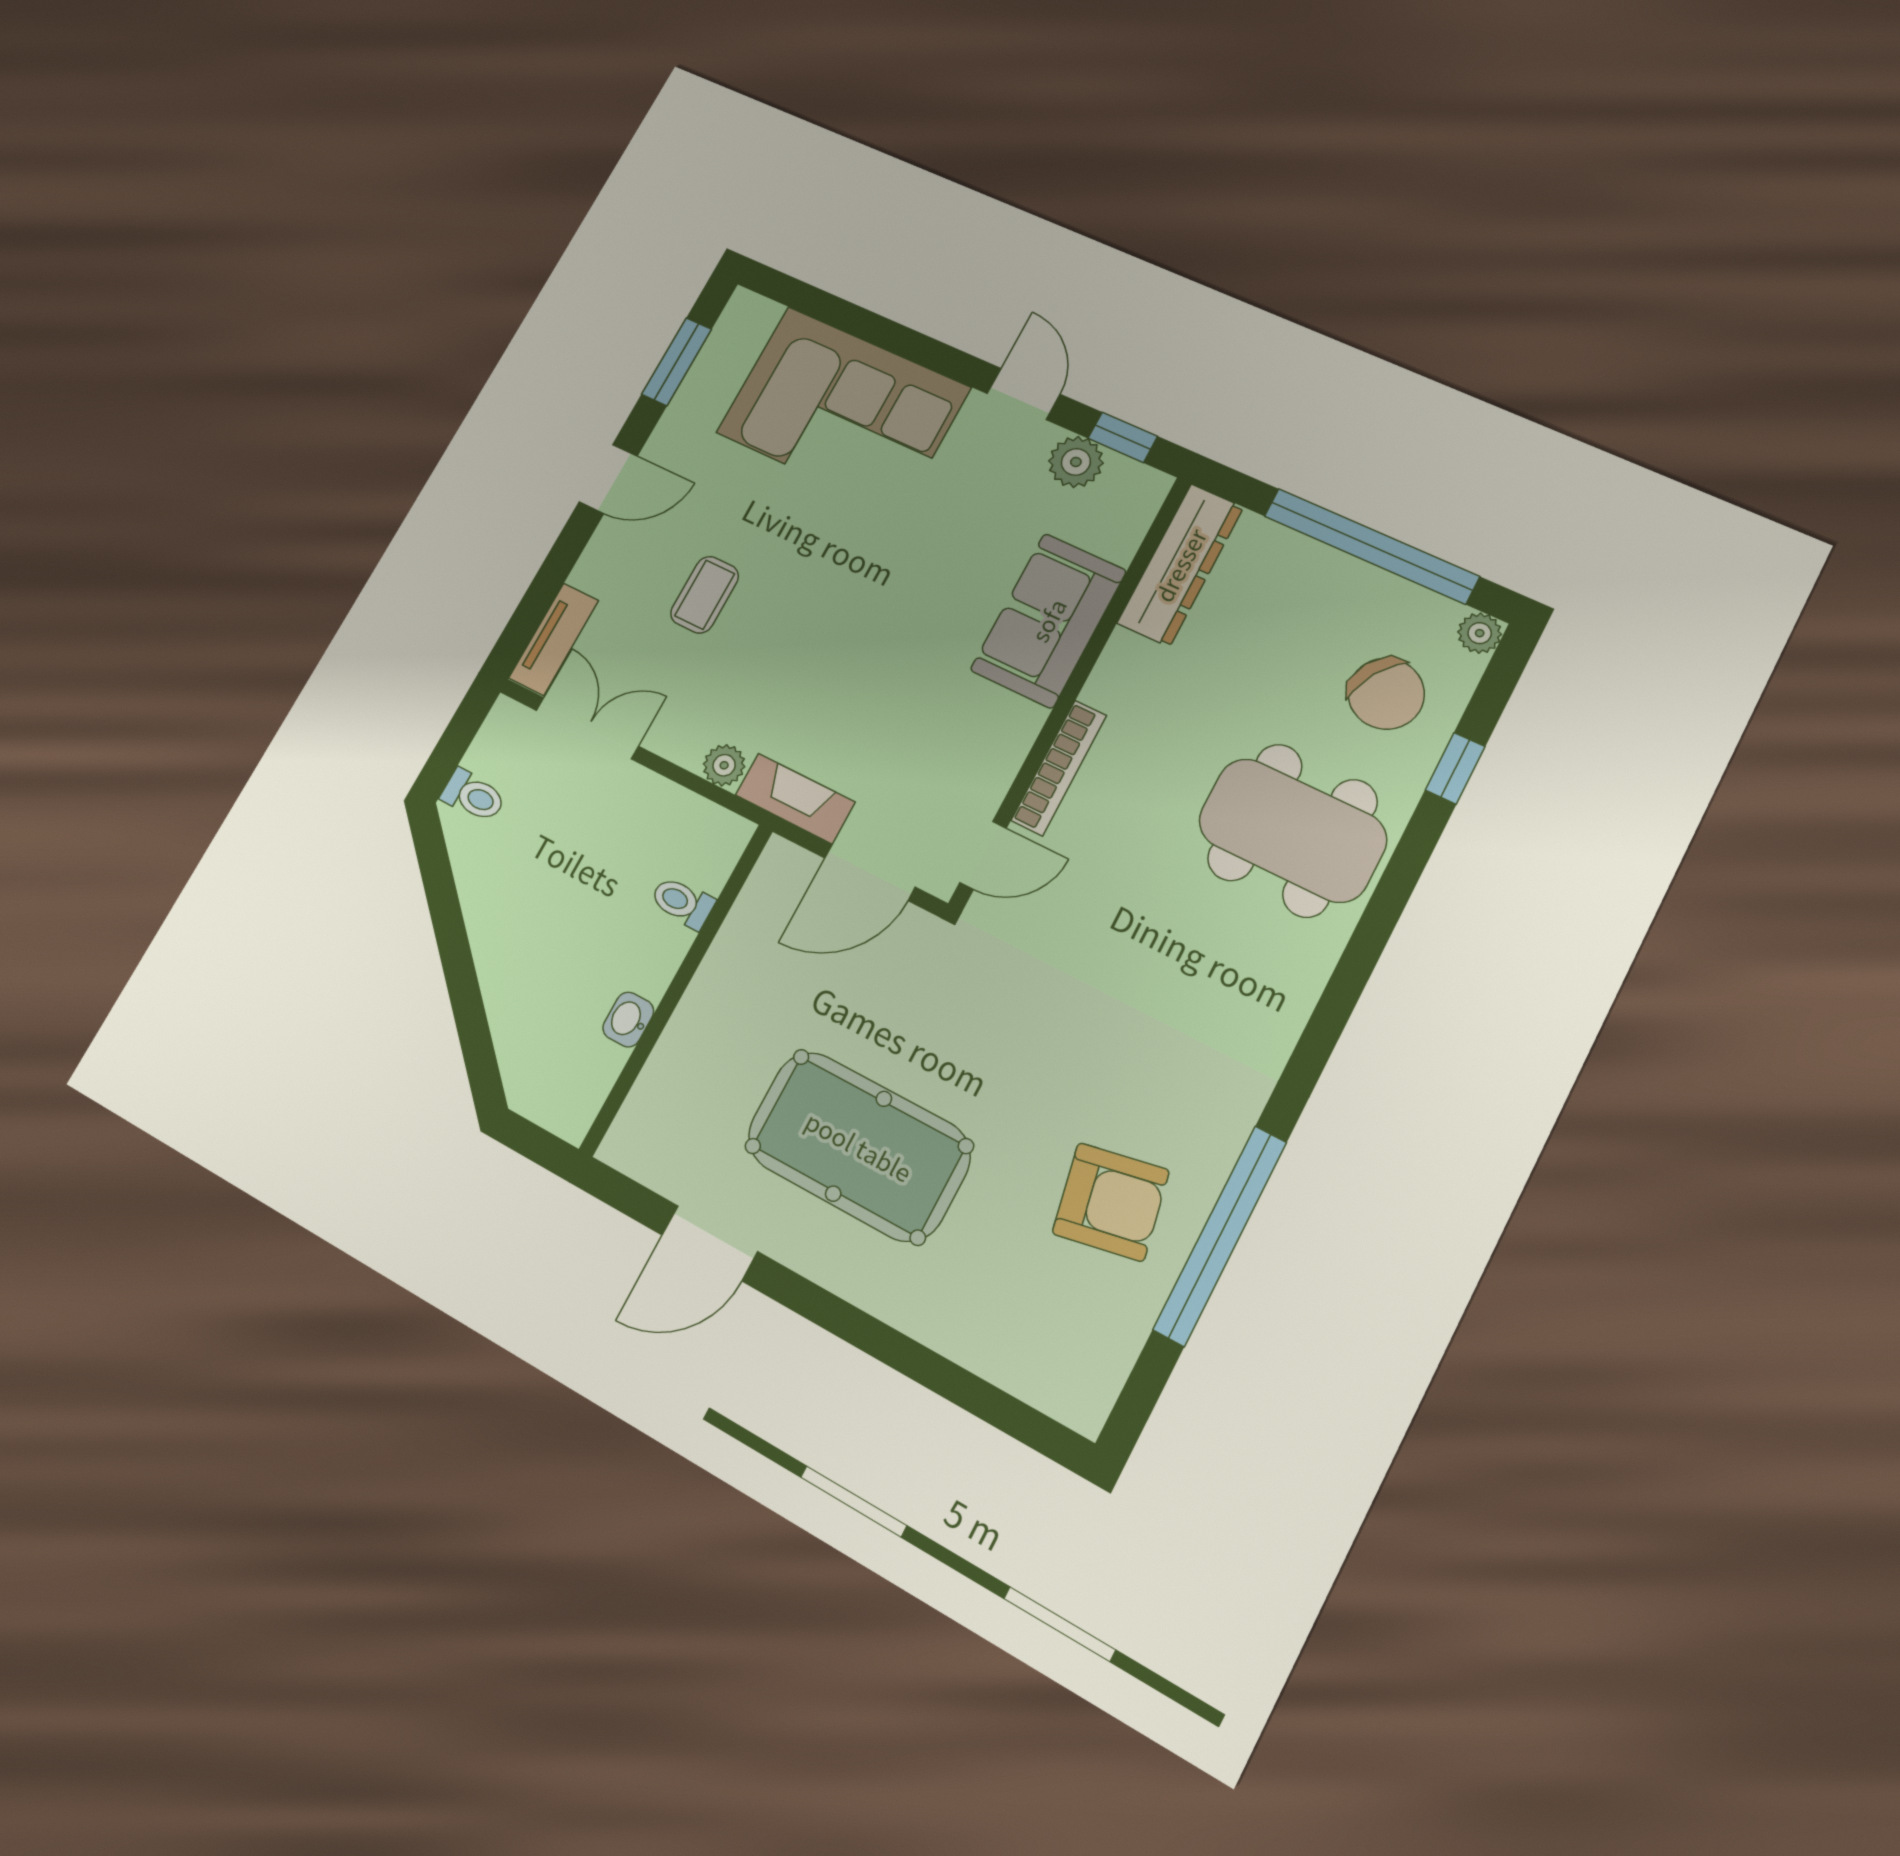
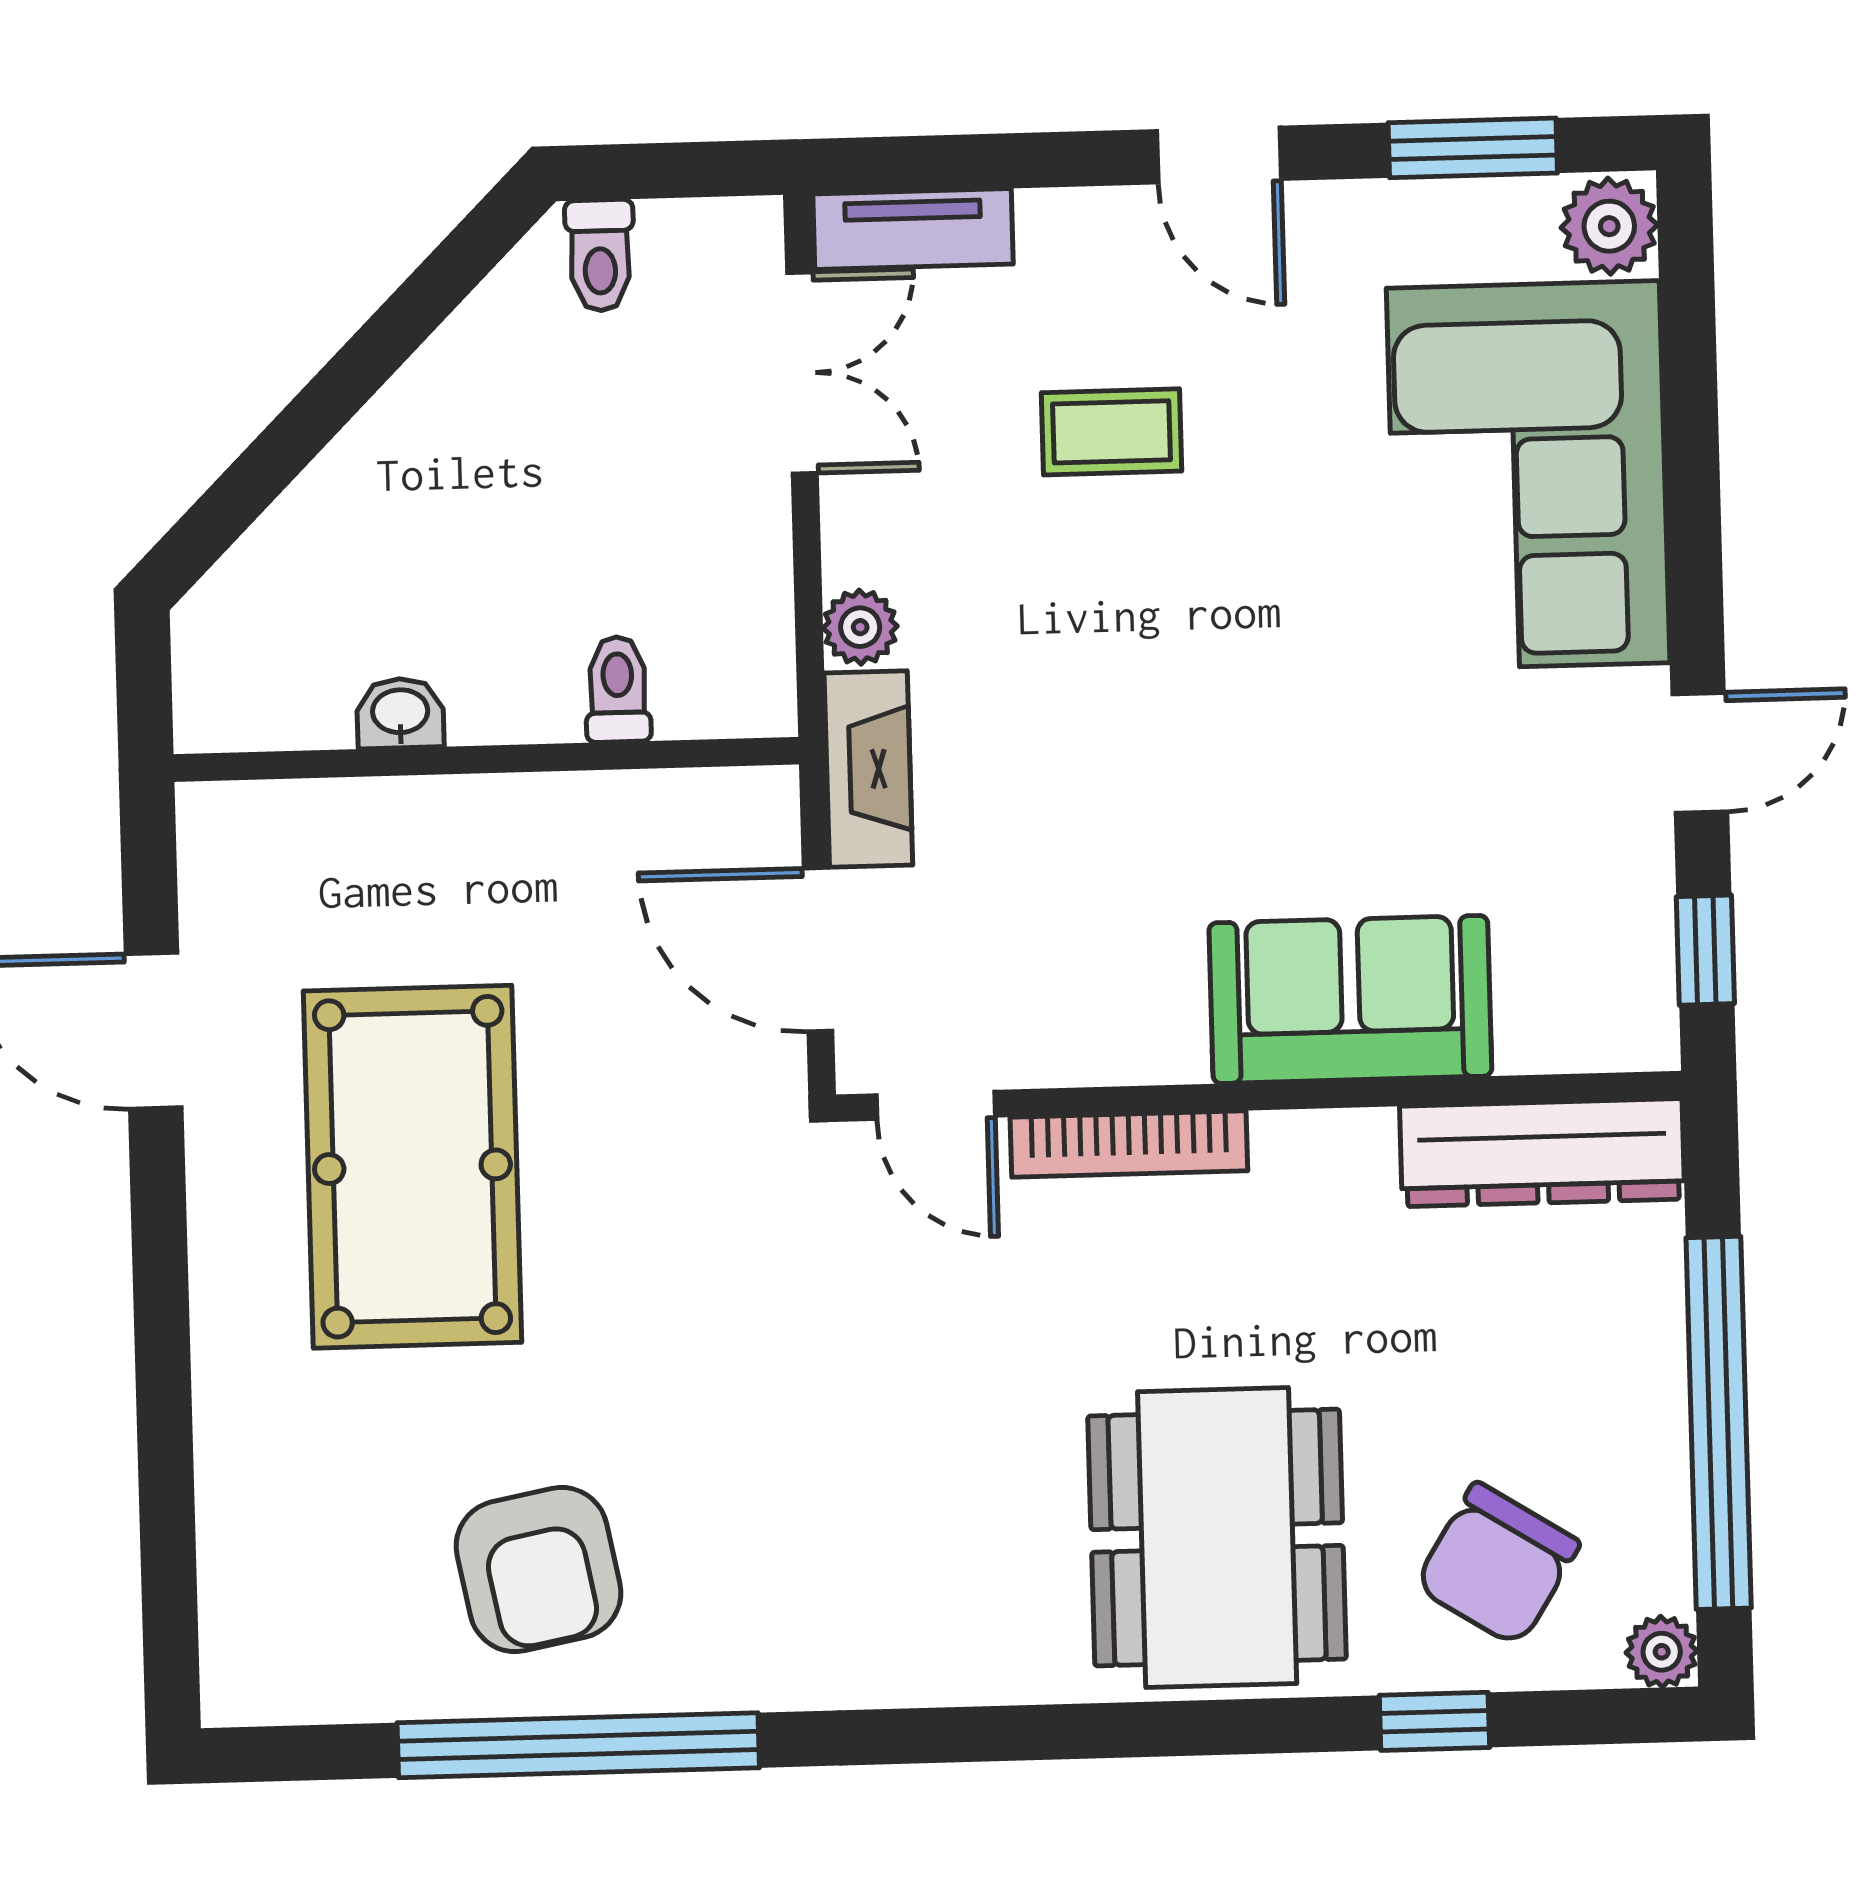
plant: (1076, 462) -> (1609, 226), moved

